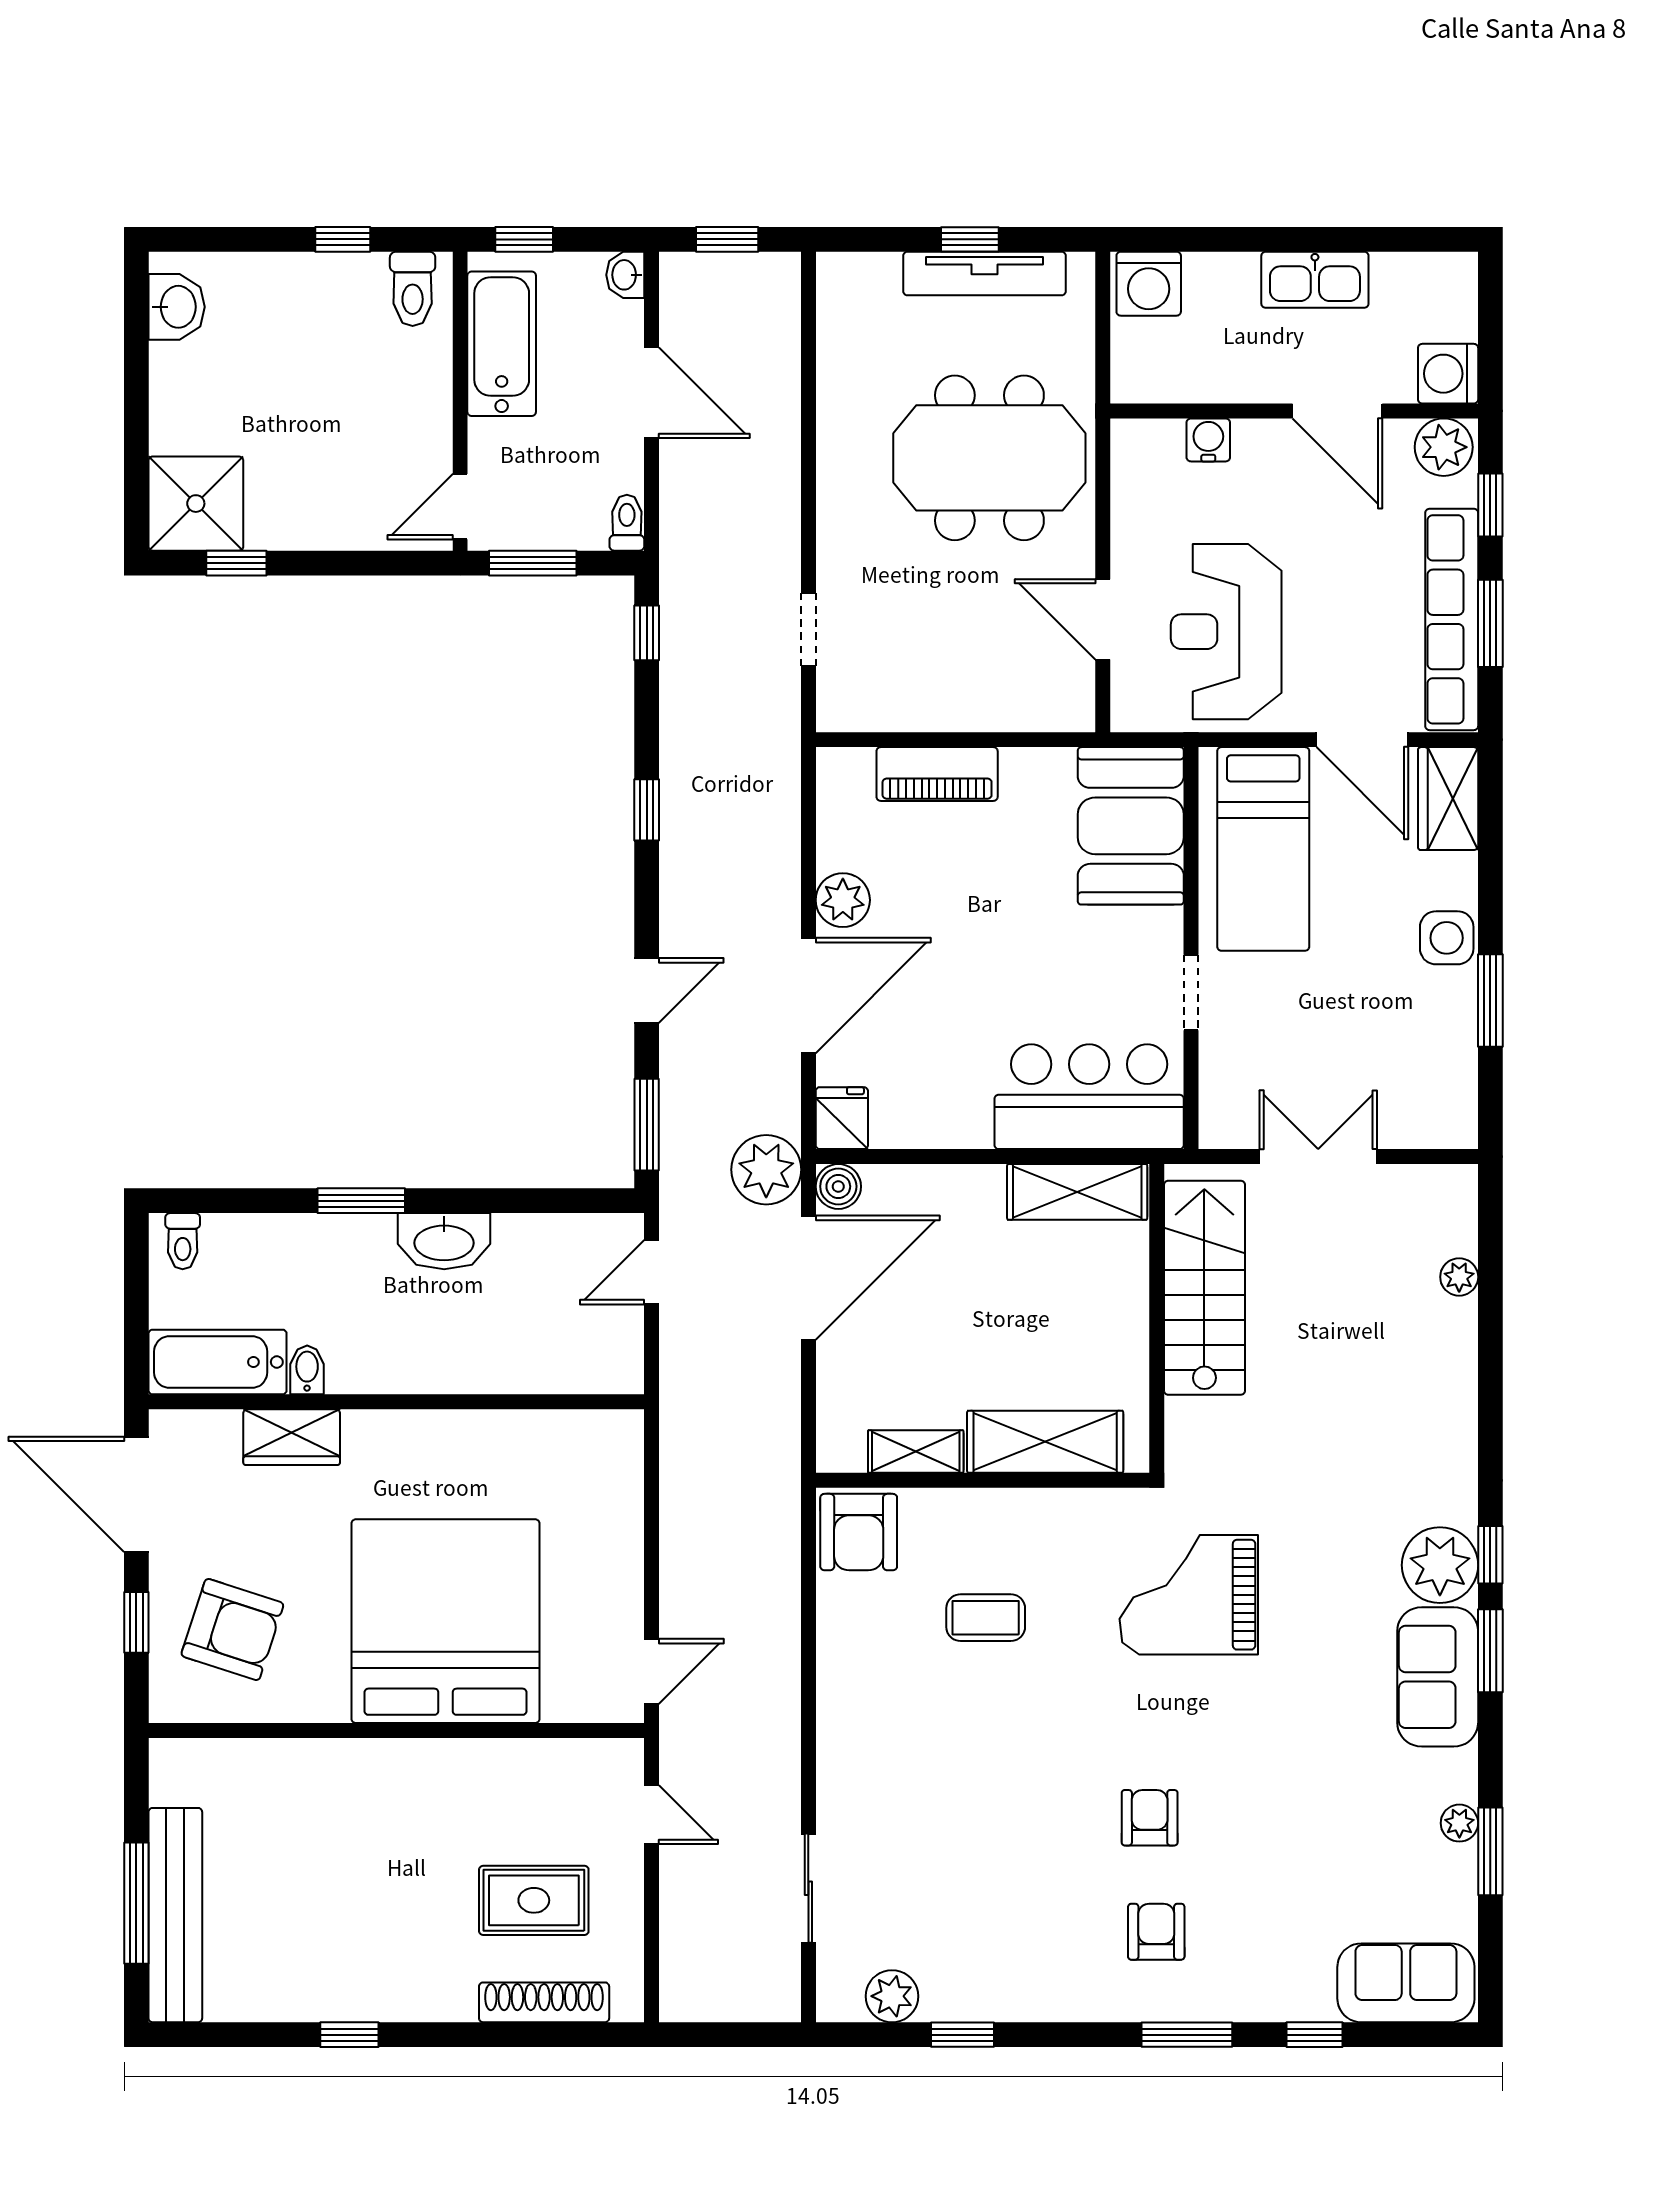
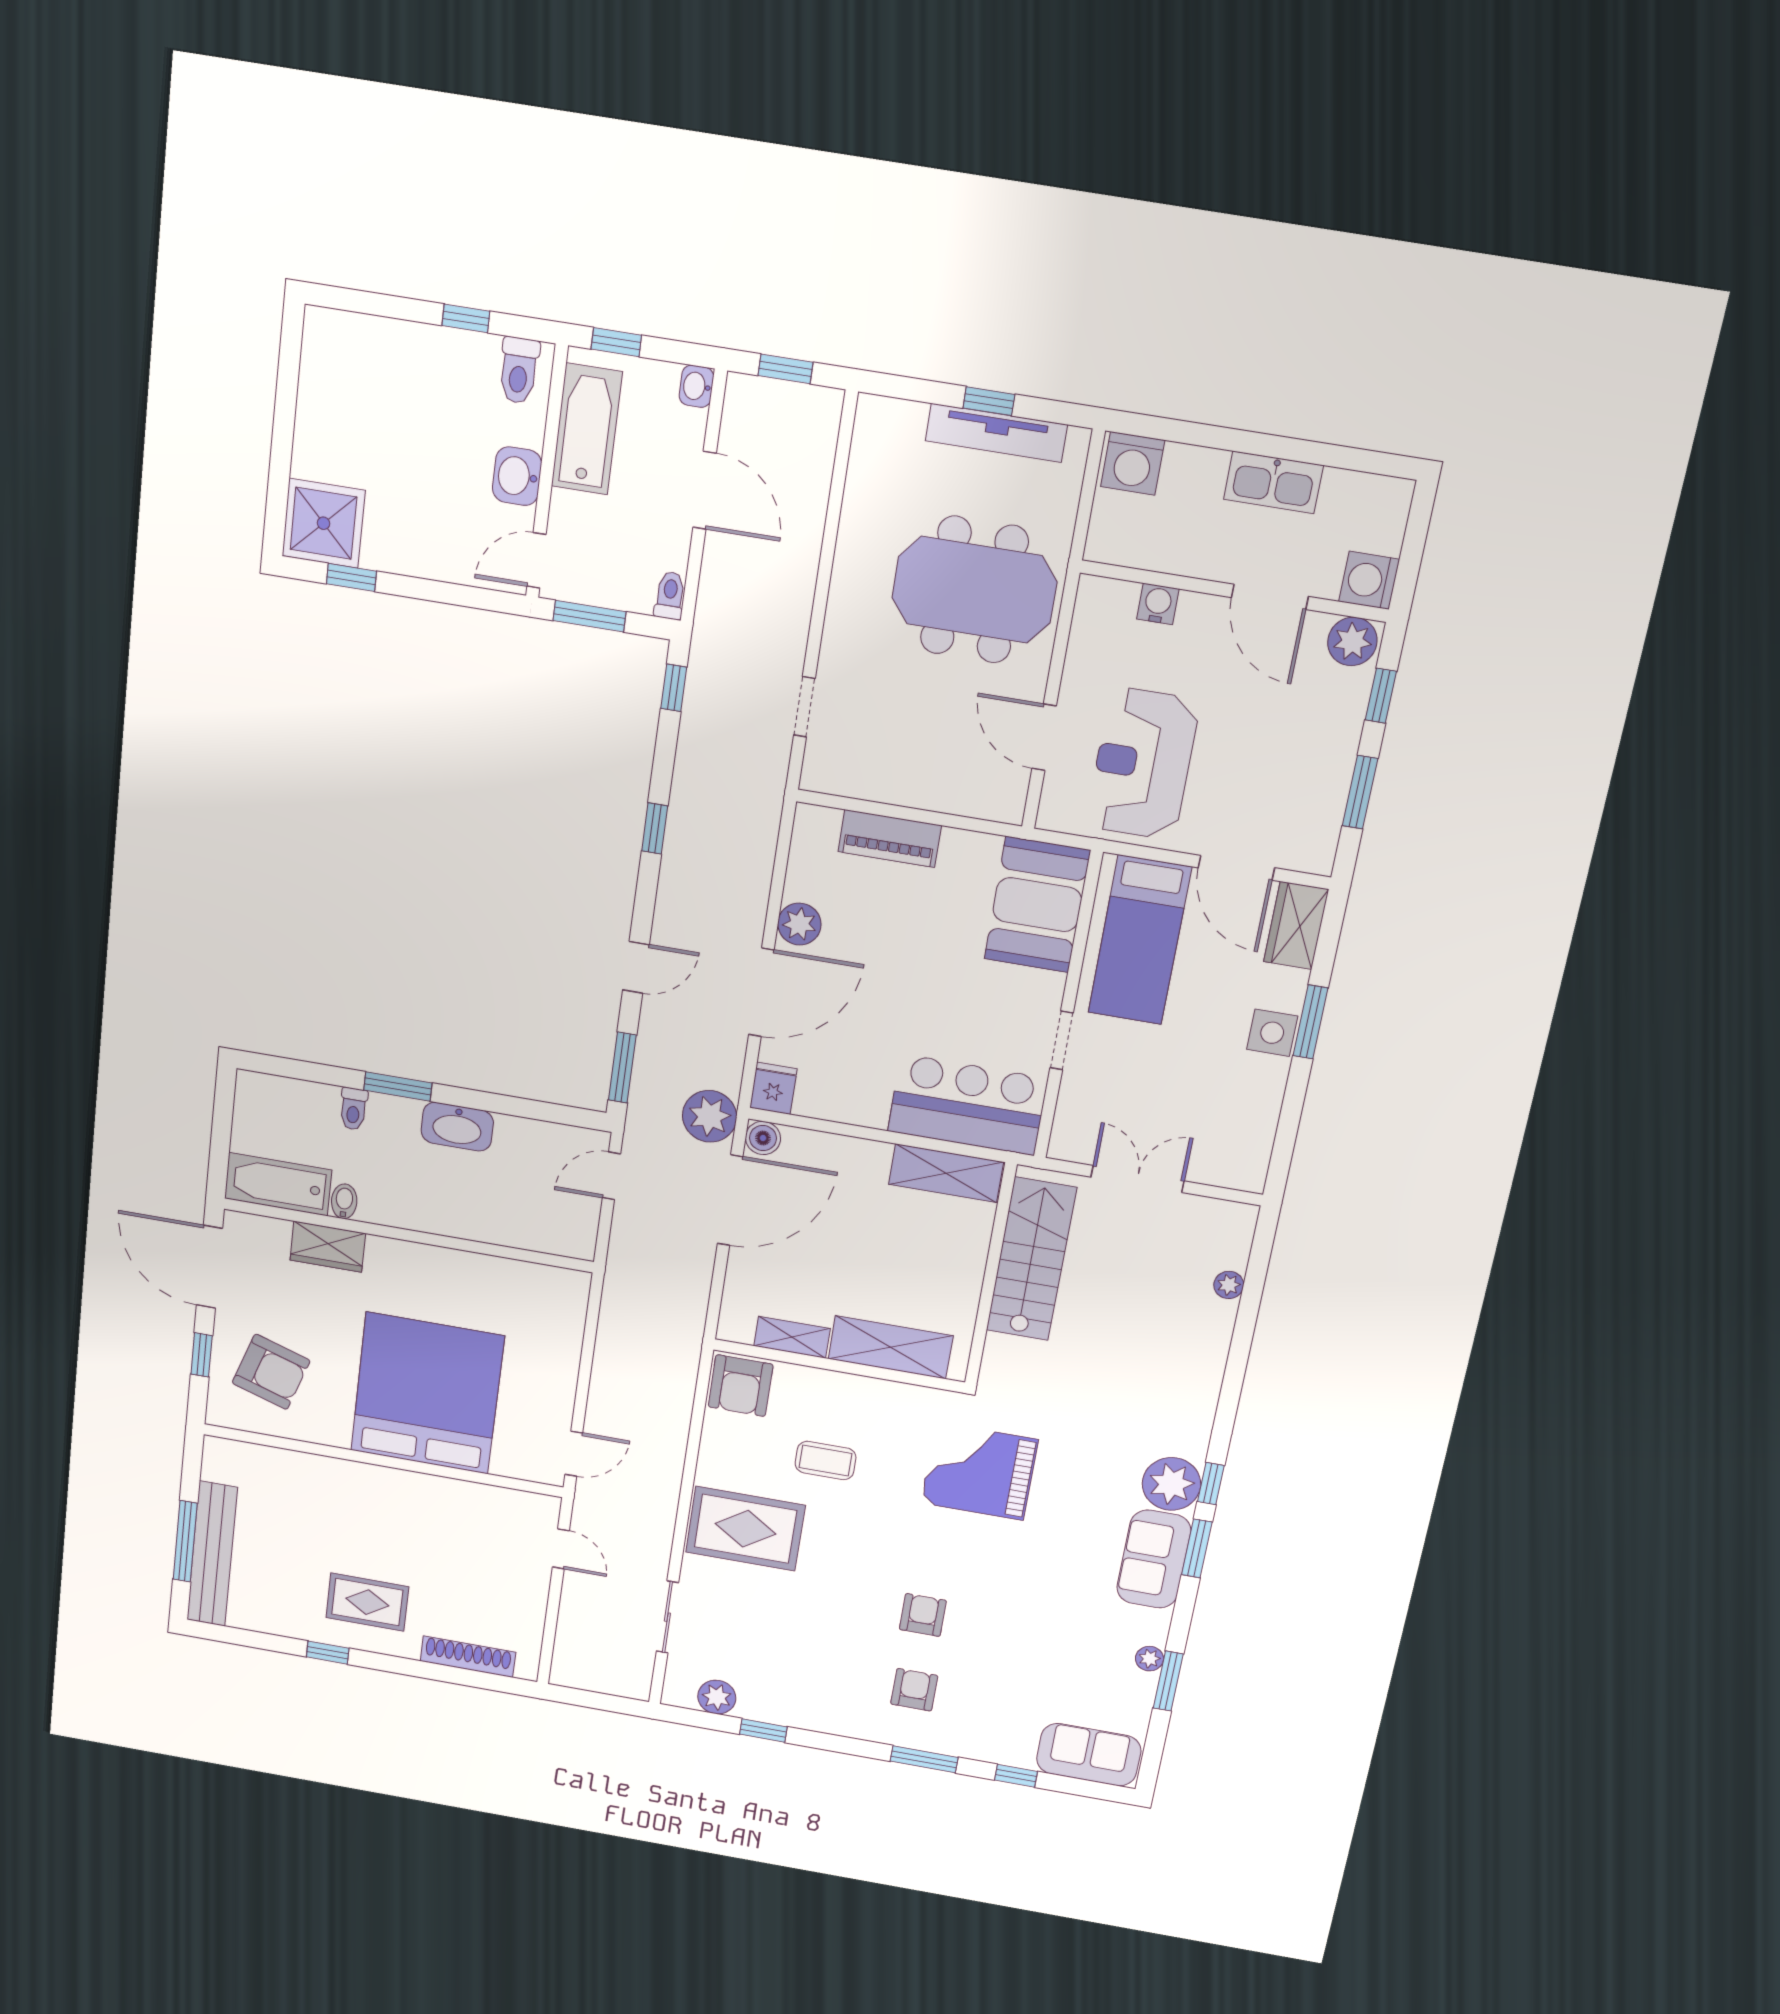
washbasin: (177, 307) -> (517, 476), moved, turned 180
row of seats: (1452, 619) -> (1329, 784), removed
window: (1490, 1001) -> (1310, 1022), moved
toilet: (183, 1241) -> (353, 1109), moved
rug: (895, 1737) -> (746, 1529), added
rug: (534, 1900) -> (367, 1602), moved

